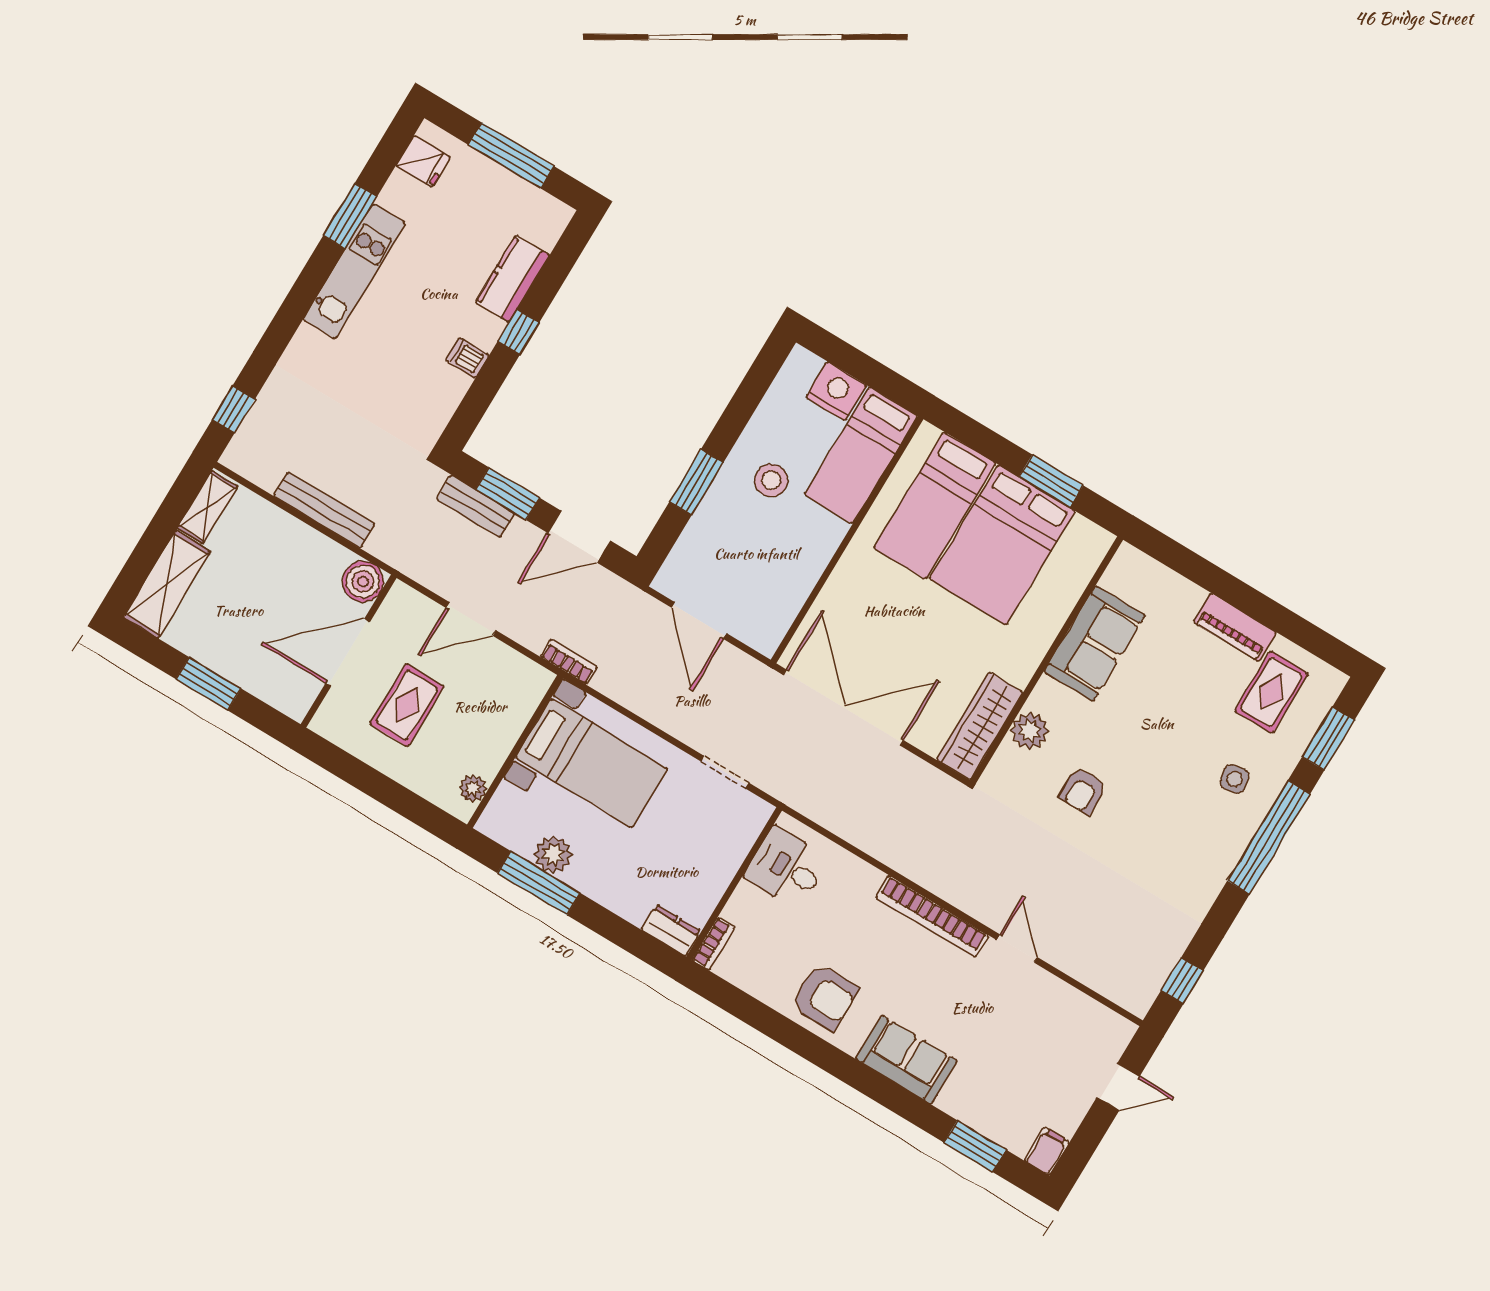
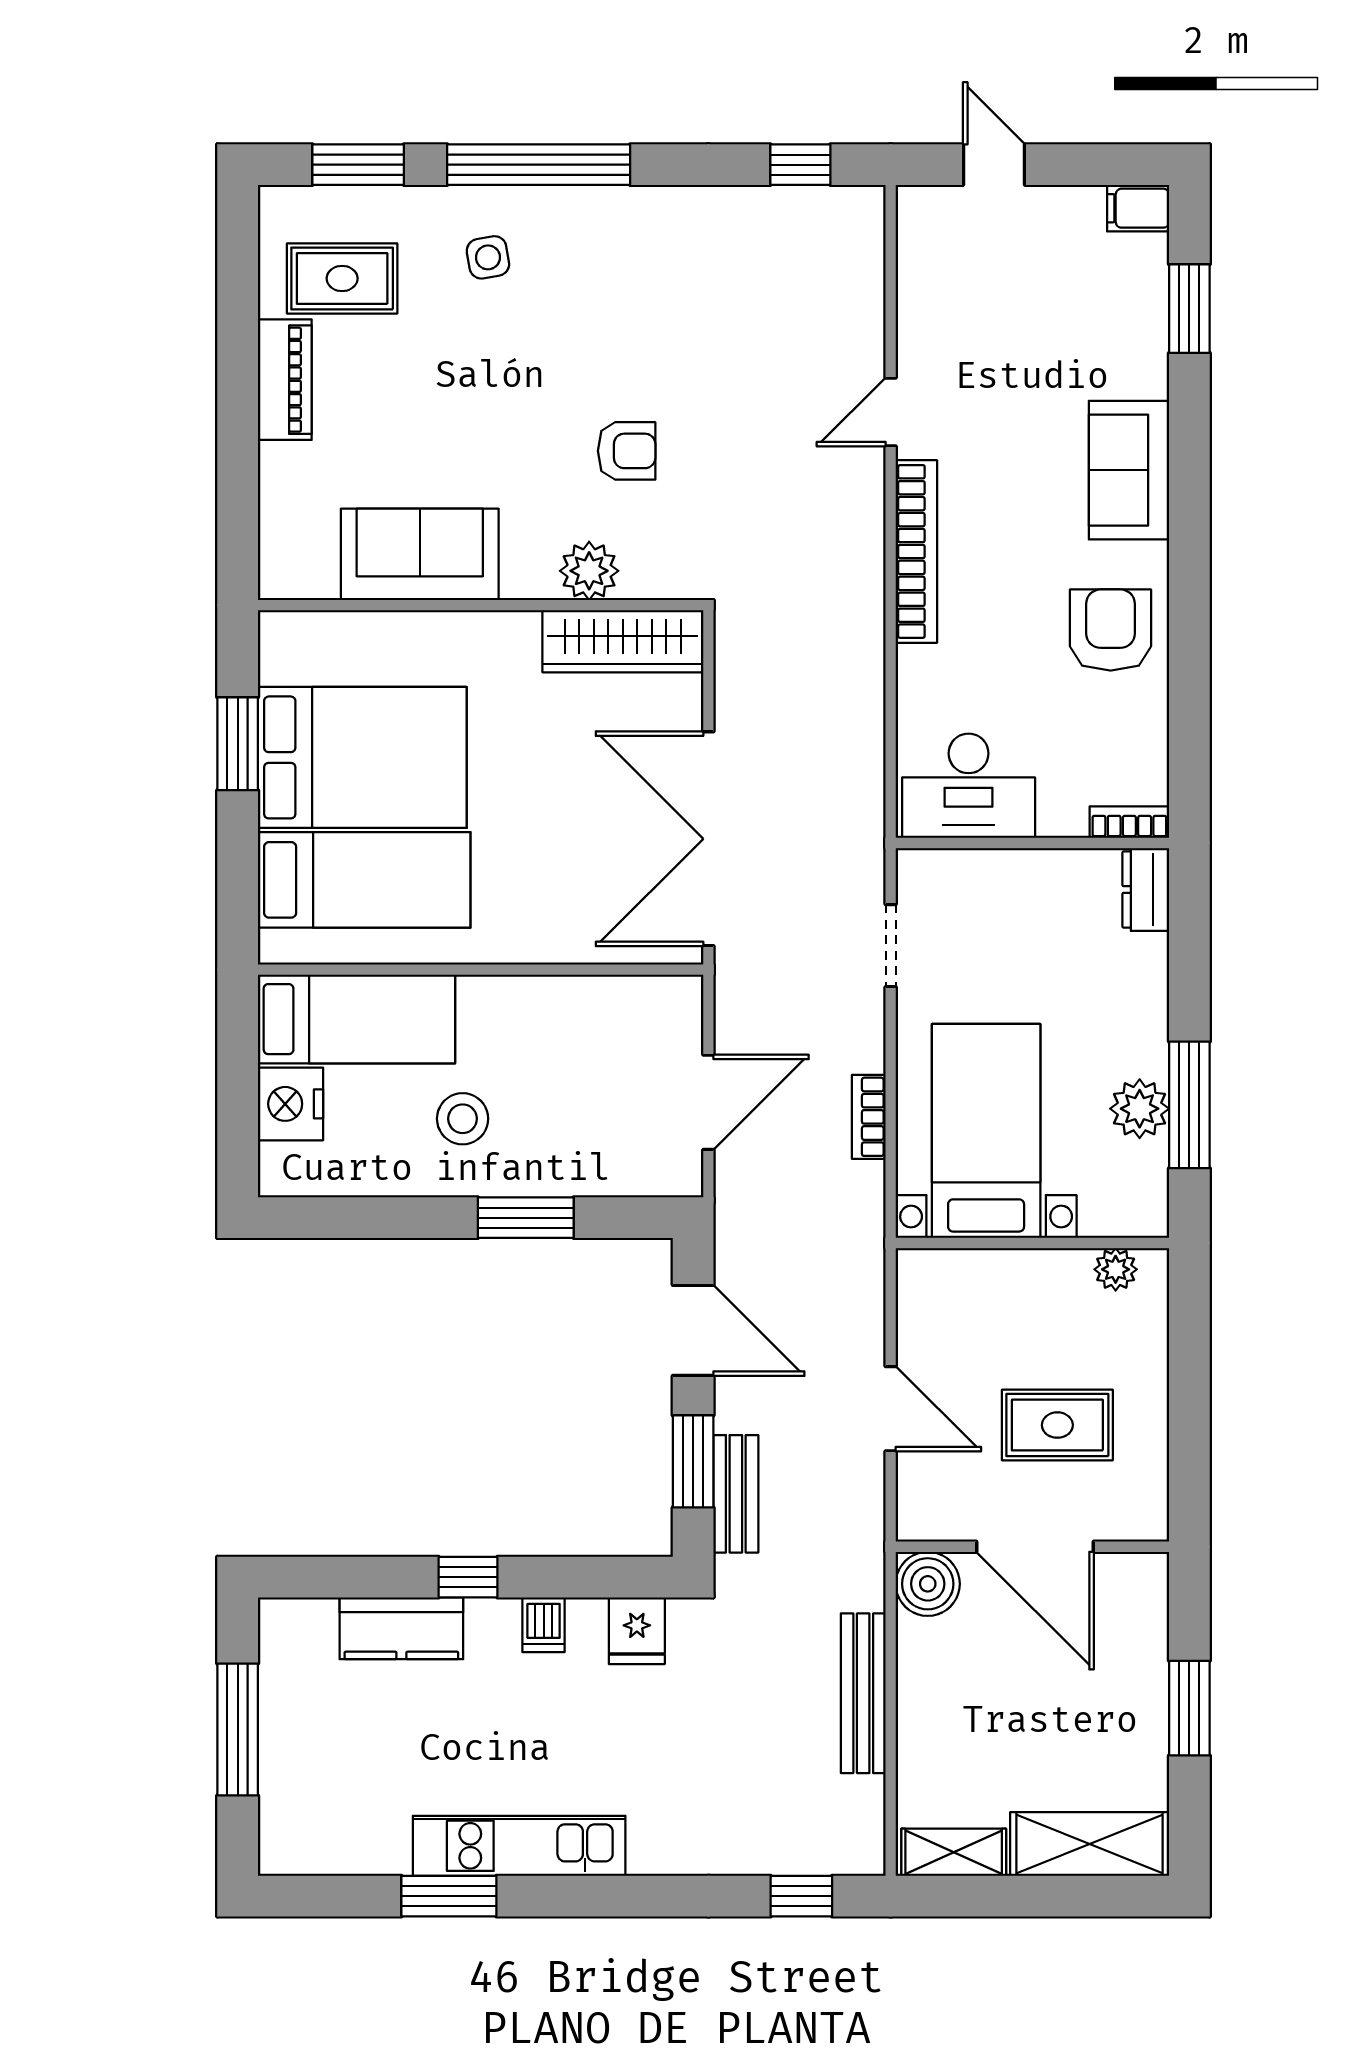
fridge: (423, 161) -> (637, 1631), moved, turned 180
bookcase: (569, 662) -> (869, 1117), moved
desk: (786, 868) -> (969, 786), width x1.37

